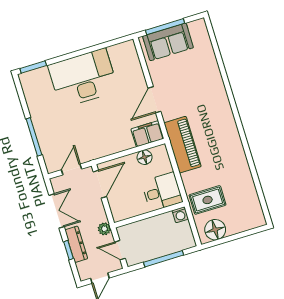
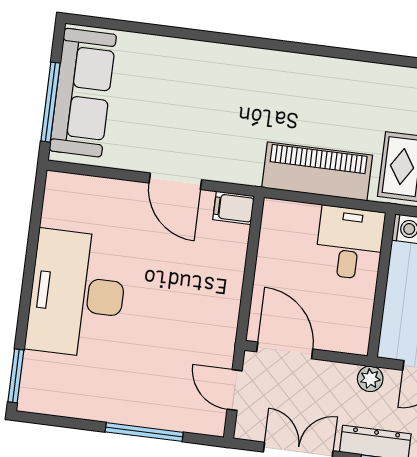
sofa: (168, 42) -> (83, 93), width x1.36
filing cabinet: (147, 134) -> (234, 208), width x0.50
piano: (183, 145) -> (317, 171), moved
floor lamp: (145, 157) -> (272, 247), removed

